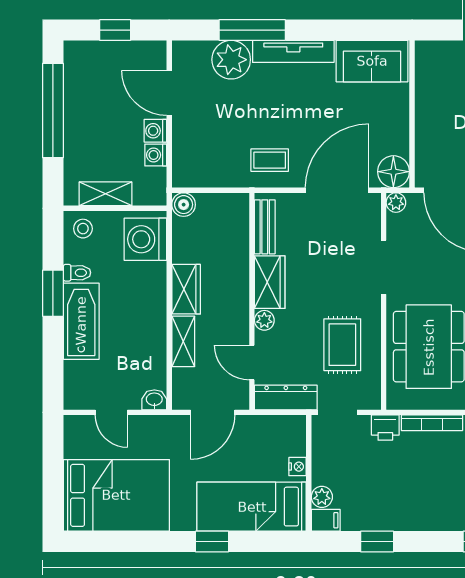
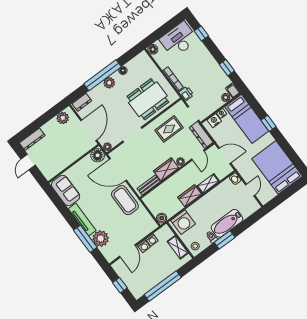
coffee table: (270, 160) -> (125, 200), width x1.86, depth x1.72
nightstand: (294, 443) -> (214, 121), added

